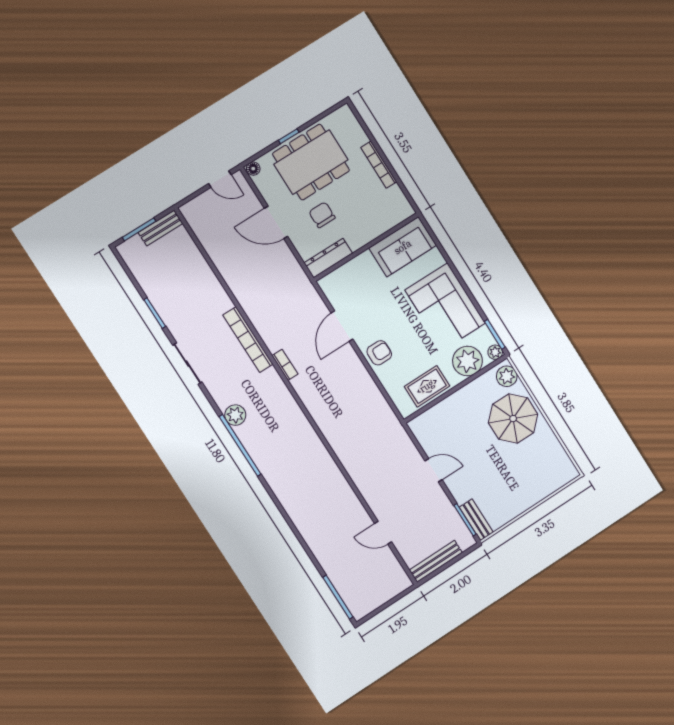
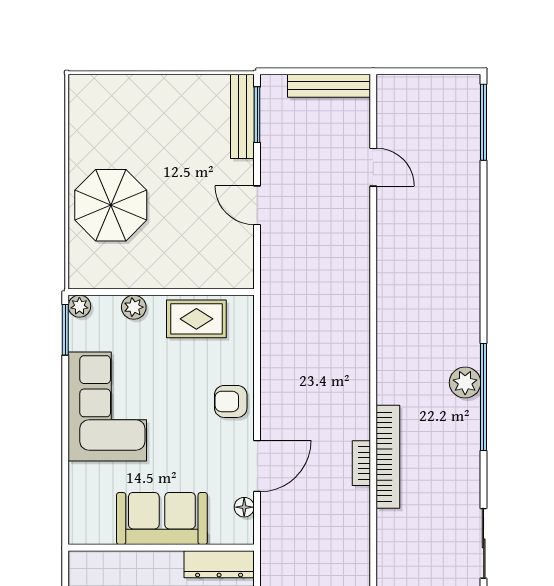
sofa: (403, 247) -> (162, 519), moved
floor lamp: (334, 299) -> (244, 507), added
bookcase: (248, 340) -> (388, 457), moved
plant: (467, 361) -> (134, 307), width x0.53, depth x0.53
plant: (507, 376) -> (84, 265), removed
plant: (235, 415) -> (465, 383), moved
bench: (476, 520) -> (242, 116), width x1.36

